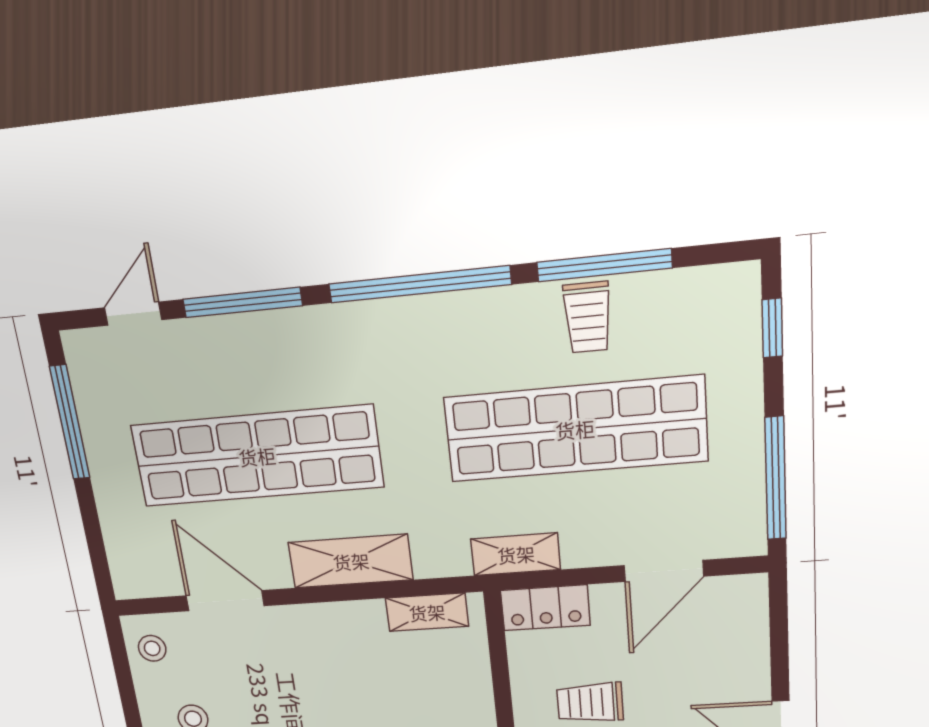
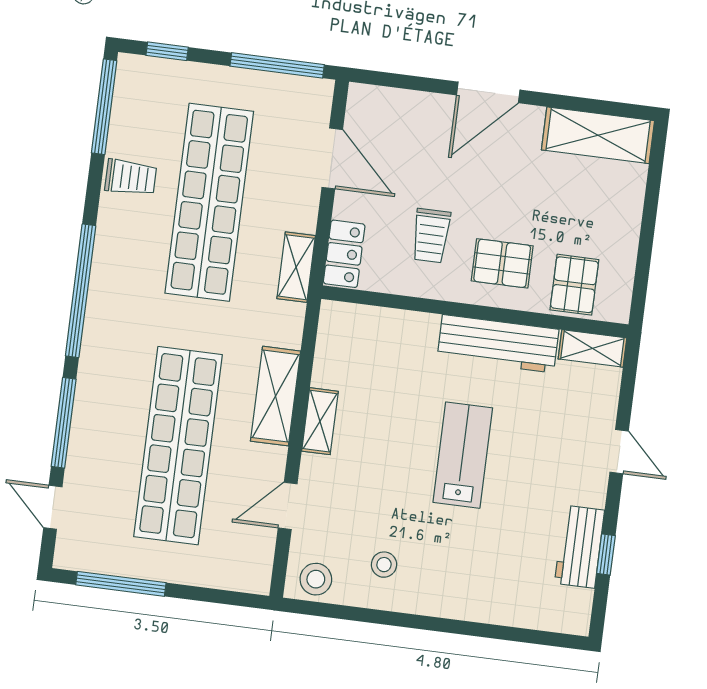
window: (604, 265) -> (104, 107), moved
door: (225, 601) -> (288, 506), width x0.73
shelving: (427, 612) -> (320, 421), moved
stool: (152, 648) -> (316, 579), width x1.37, depth x1.37

